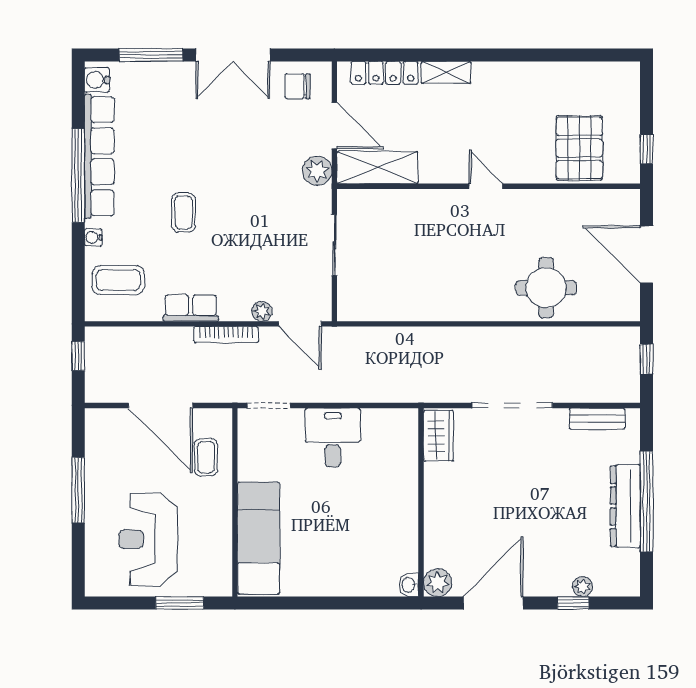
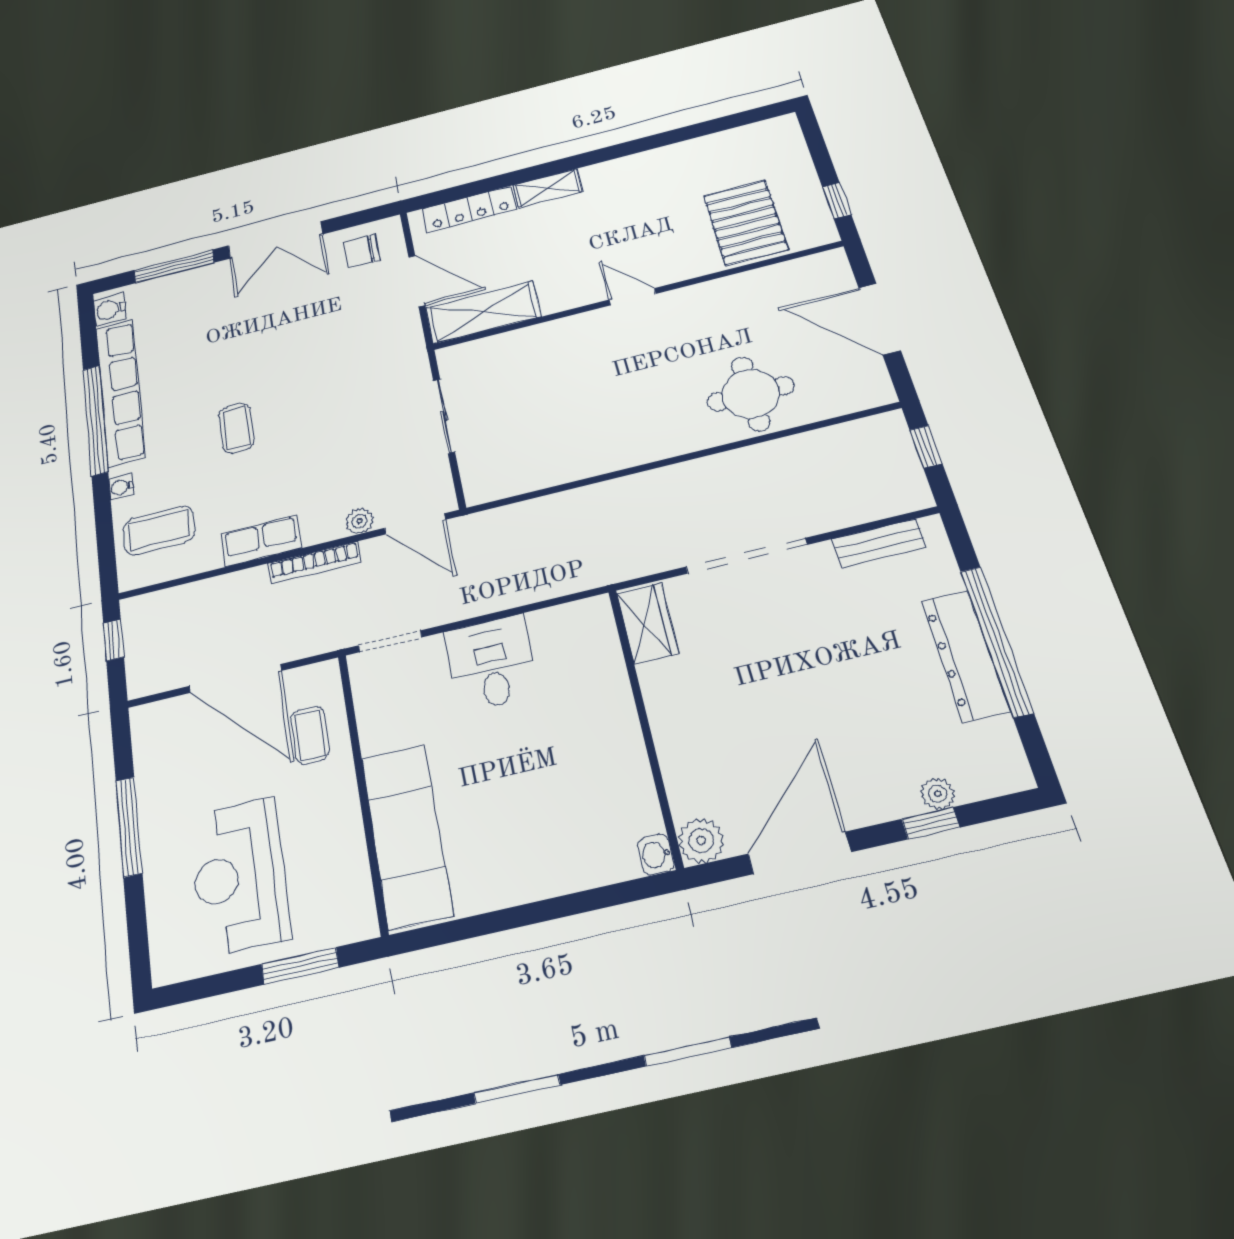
plant: (317, 171) -> (404, 336), removed

